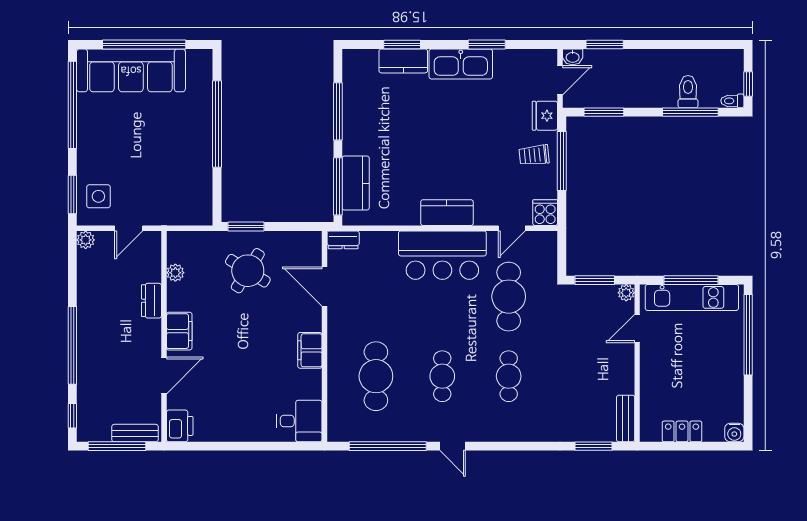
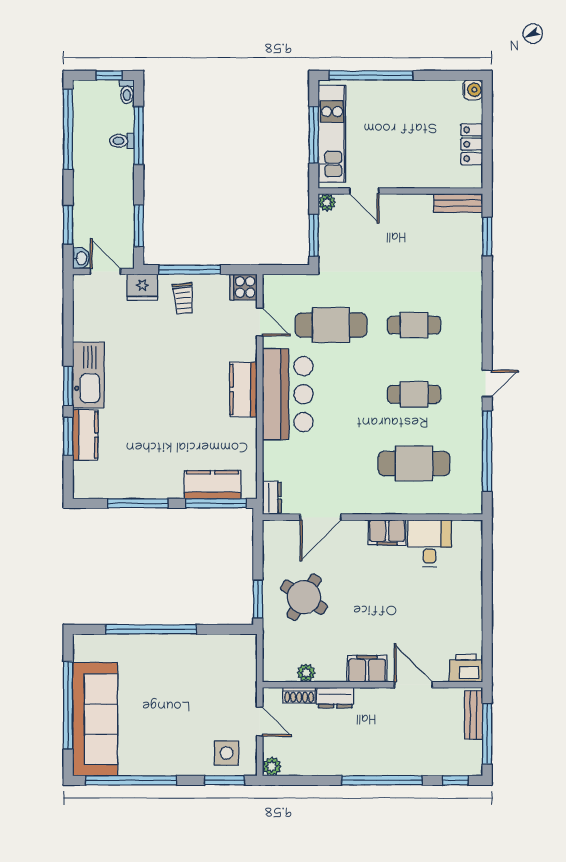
window: (487, 45) -> (68, 386), moved
window: (696, 45) -> (68, 129), added
toilet: (688, 92) -> (122, 141), width x0.73, depth x0.72
shoe rack: (154, 266) -> (299, 695), added
desk: (299, 421) -> (430, 543), moved

